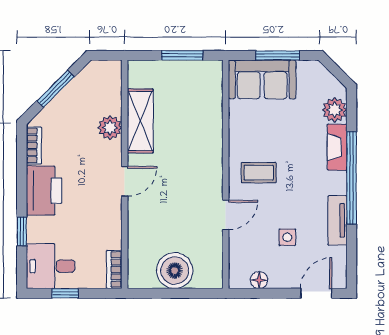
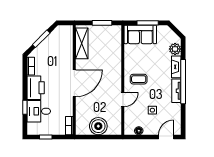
shelving: (140, 121) -> (82, 43), moved
plant: (110, 128) -> (67, 58), removed
door: (125, 181) -> (74, 83), width x1.87
tv unit: (337, 220) -> (176, 91), moved
desk: (51, 266) -> (39, 111), moved

